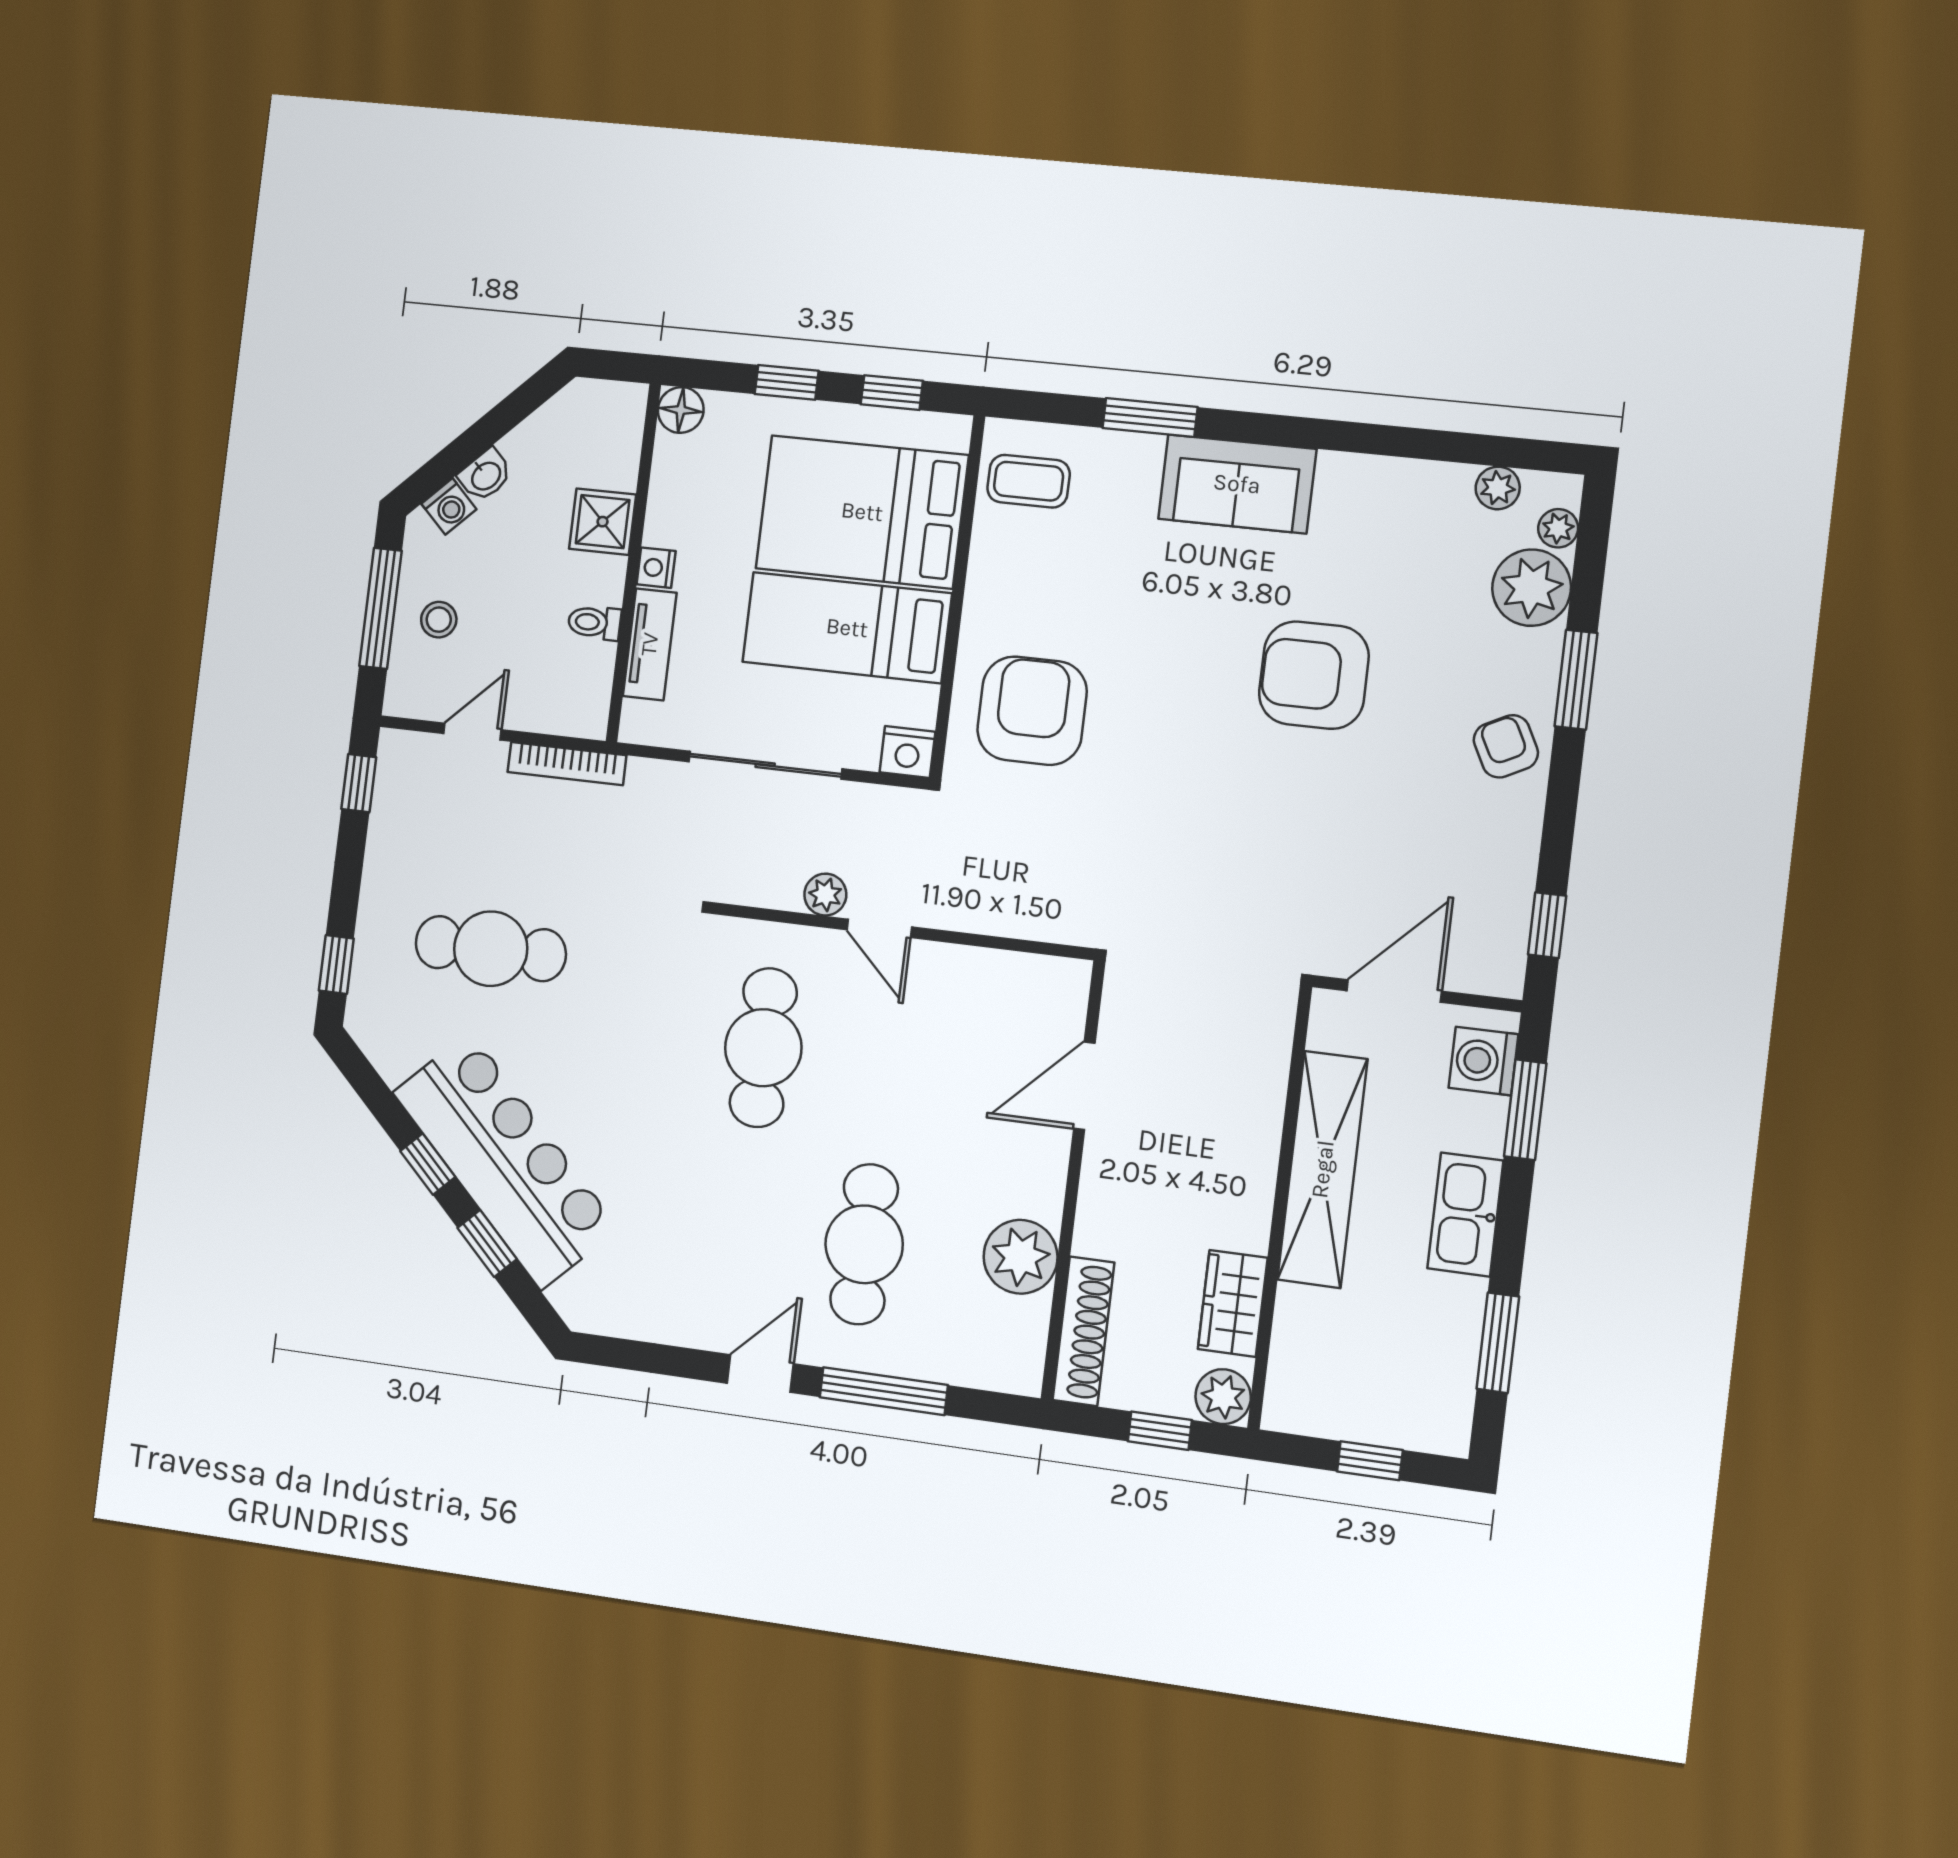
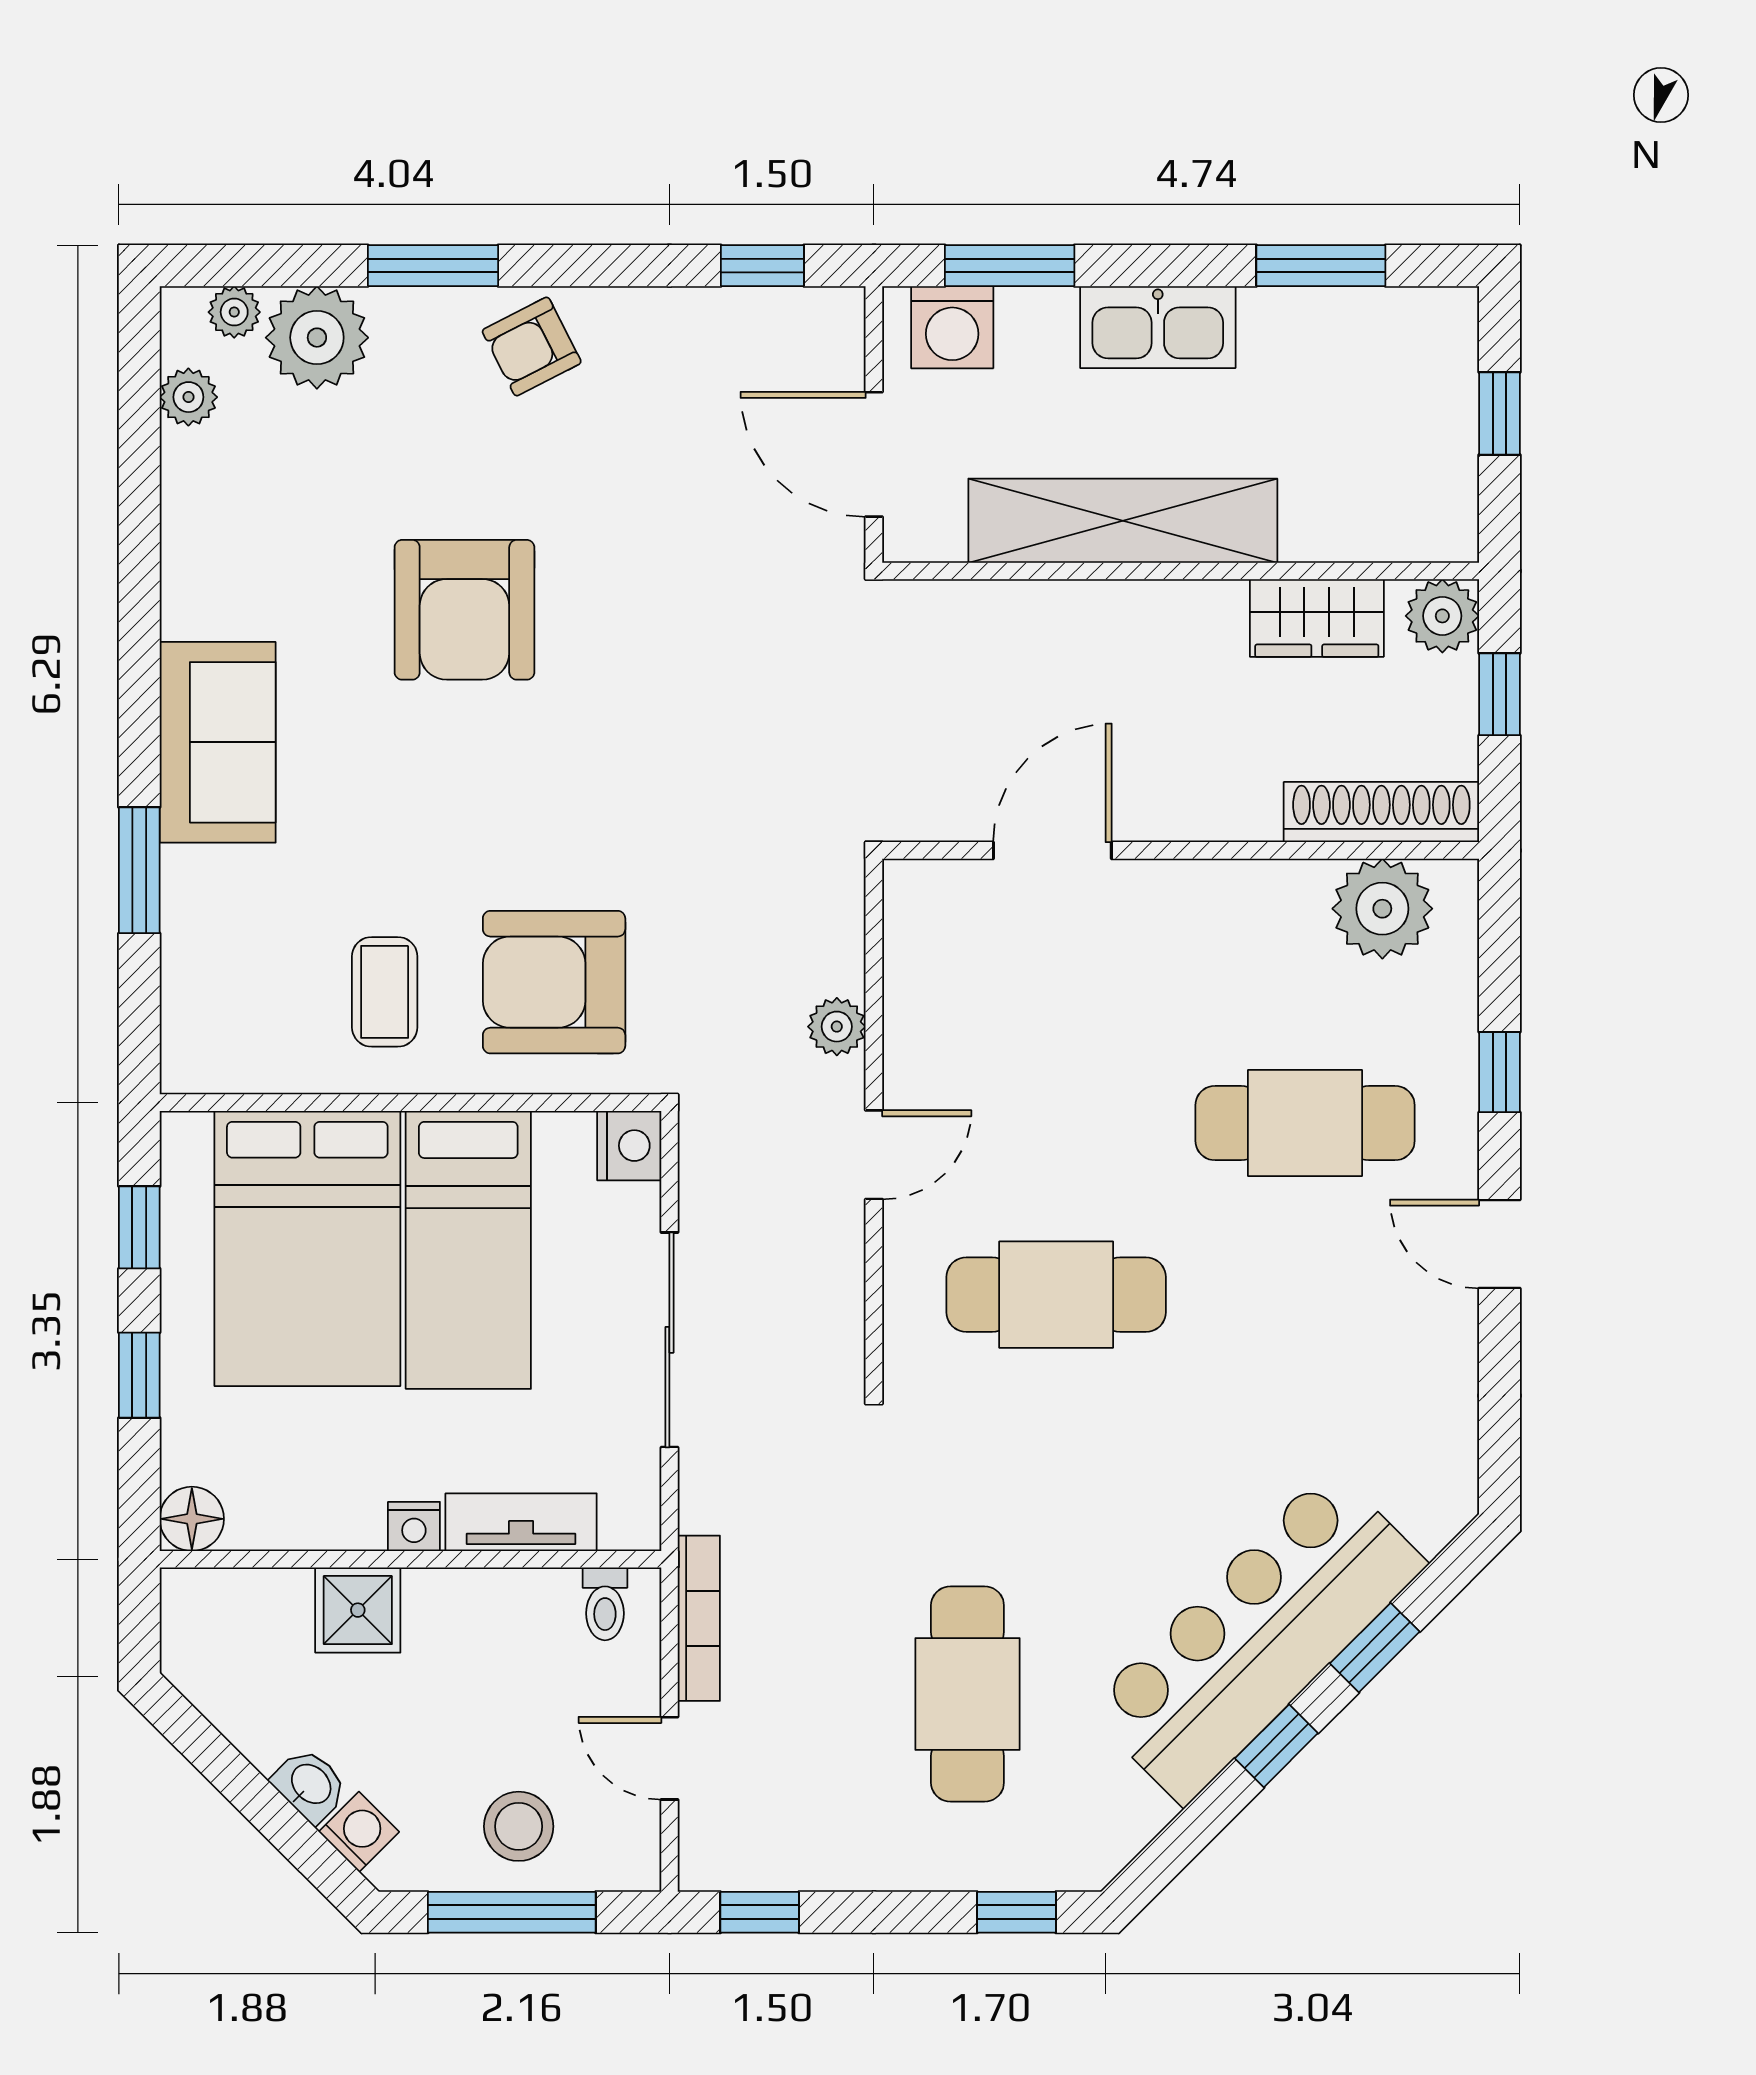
coffee table: (1029, 481) -> (385, 992), moved
stool: (439, 620) -> (519, 1826), width x1.37, depth x1.37
toilet: (594, 623) -> (605, 1604), moved
plant: (825, 895) -> (837, 1027), moved
door: (1084, 1086) -> (1052, 850), swing flipped
plant: (1021, 1257) -> (1382, 909), moved
window: (884, 1391) -> (1500, 1072), width x0.46

